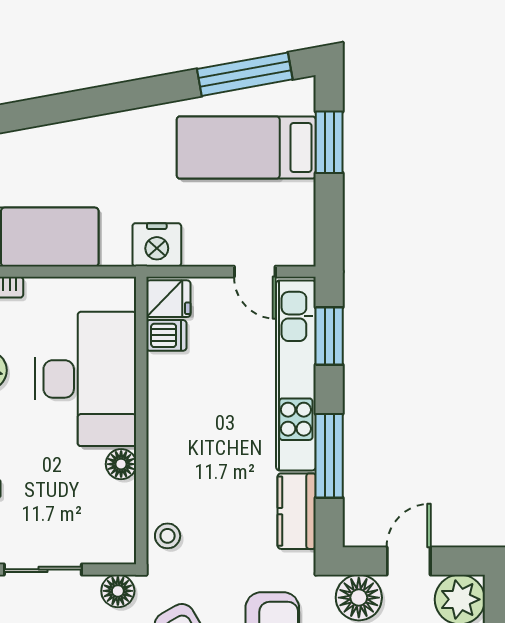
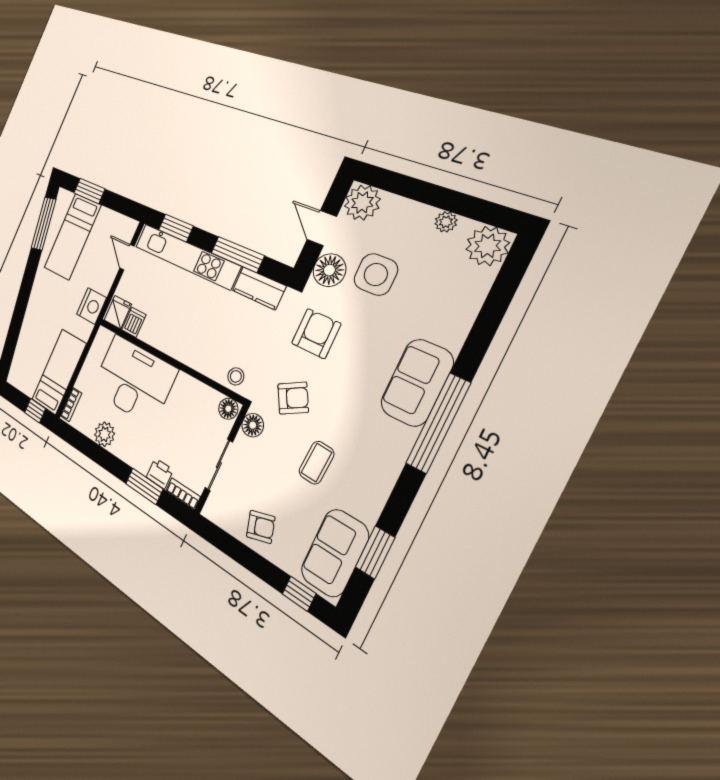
door: (255, 272) -> (127, 257), swing flipped
floor lamp: (121, 464) -> (228, 409), moved

